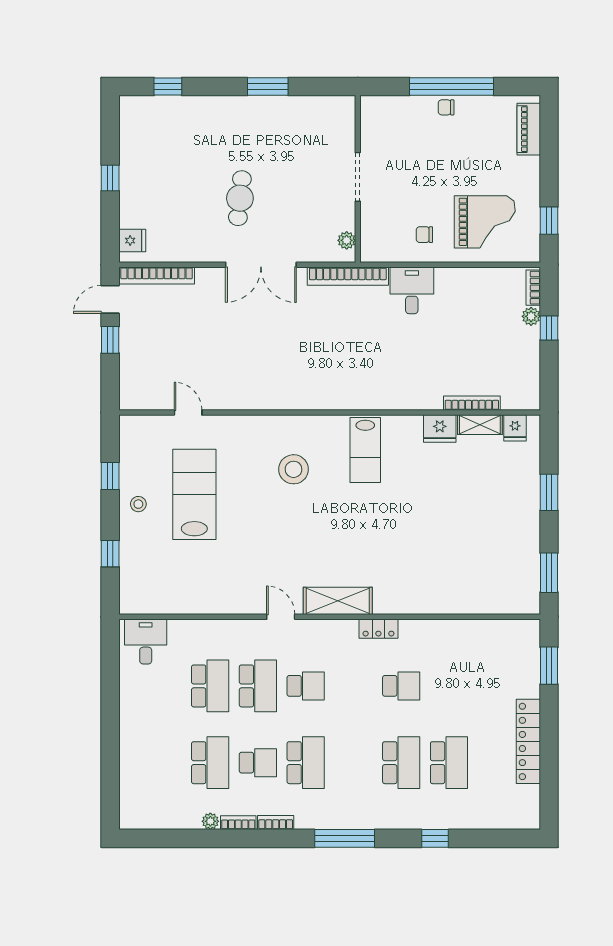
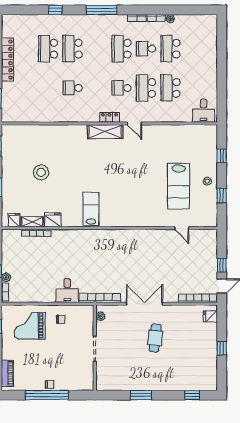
stool: (294, 469) -> (41, 172), moved
locker: (378, 629) -> (109, 117), moved

